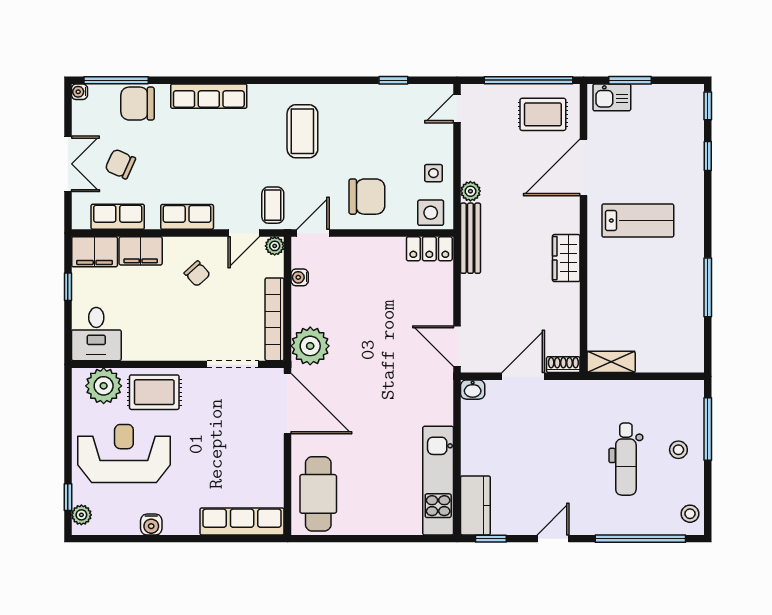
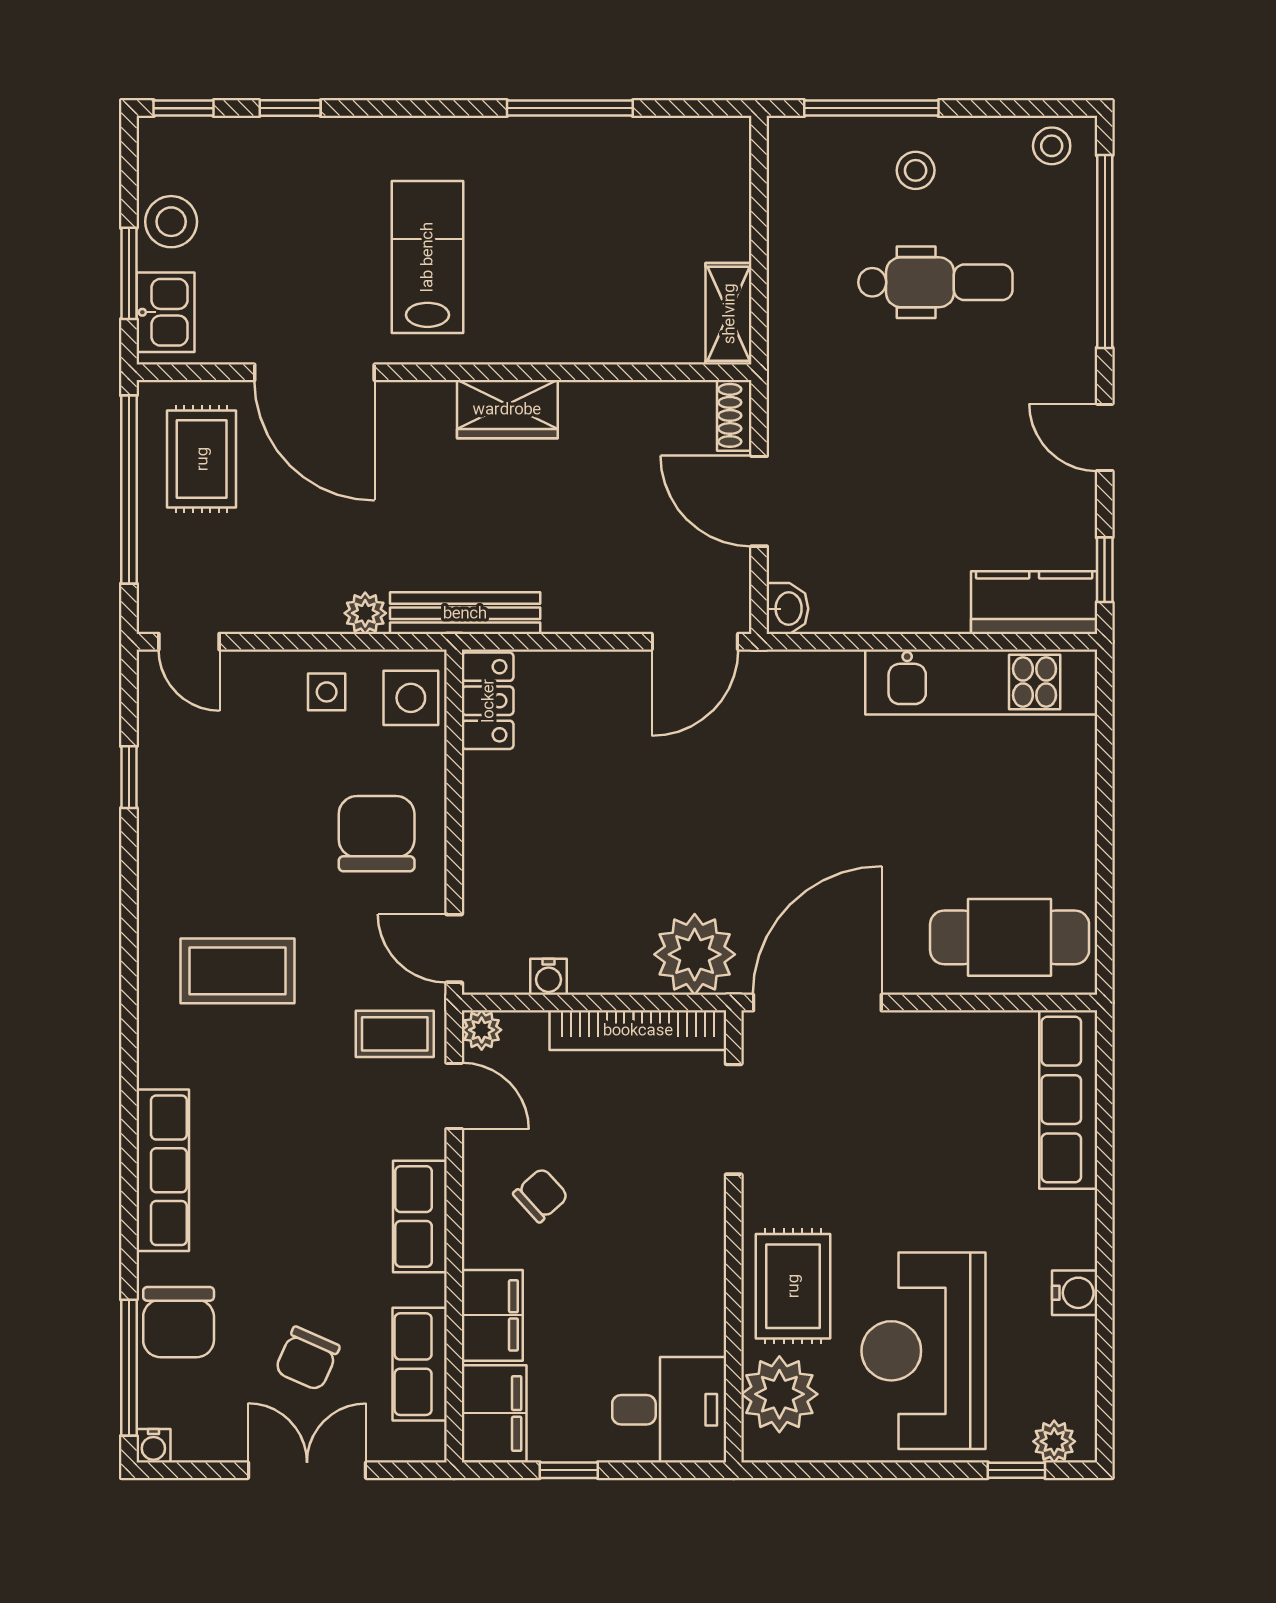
stool: (654, 100) -> (171, 222), added

